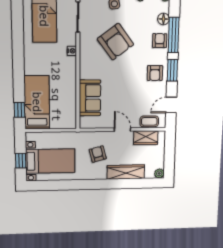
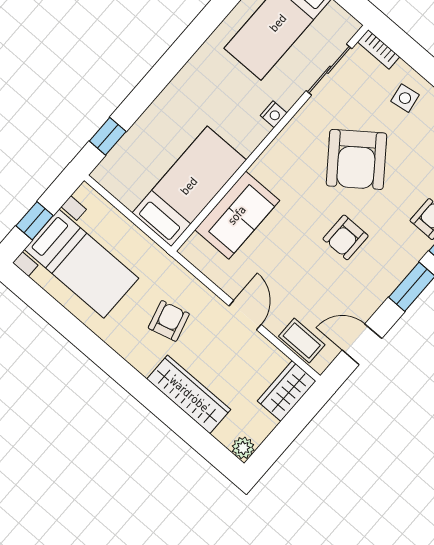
armchair: (155, 73) -> (346, 237), moved
bed: (37, 102) -> (189, 186), moved
wardrobe: (146, 138) -> (287, 391), moved, turned 90

